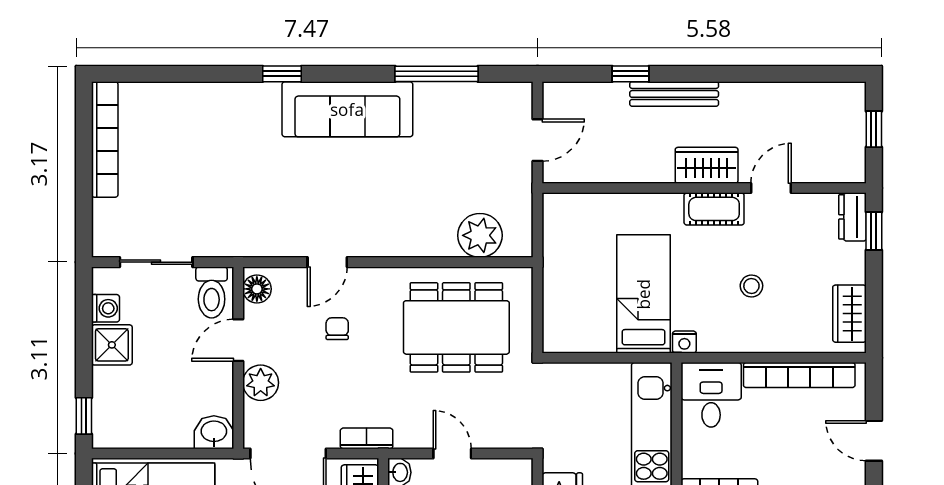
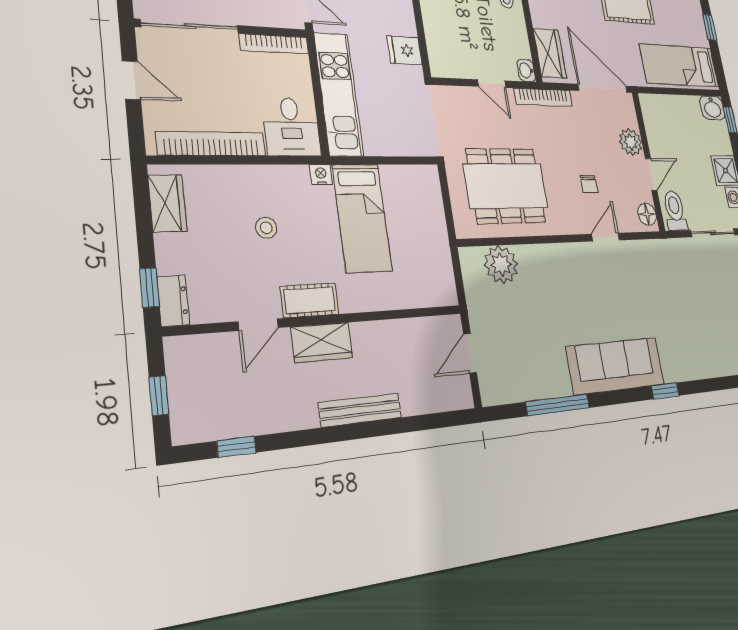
window: (630, 74) -> (236, 447), moved
washbasin: (214, 432) -> (712, 108), moved
bookcase: (367, 438) -> (543, 97), width x1.56

